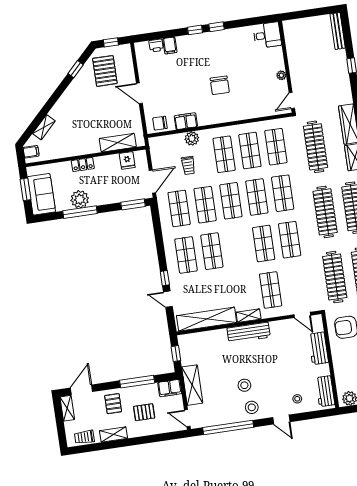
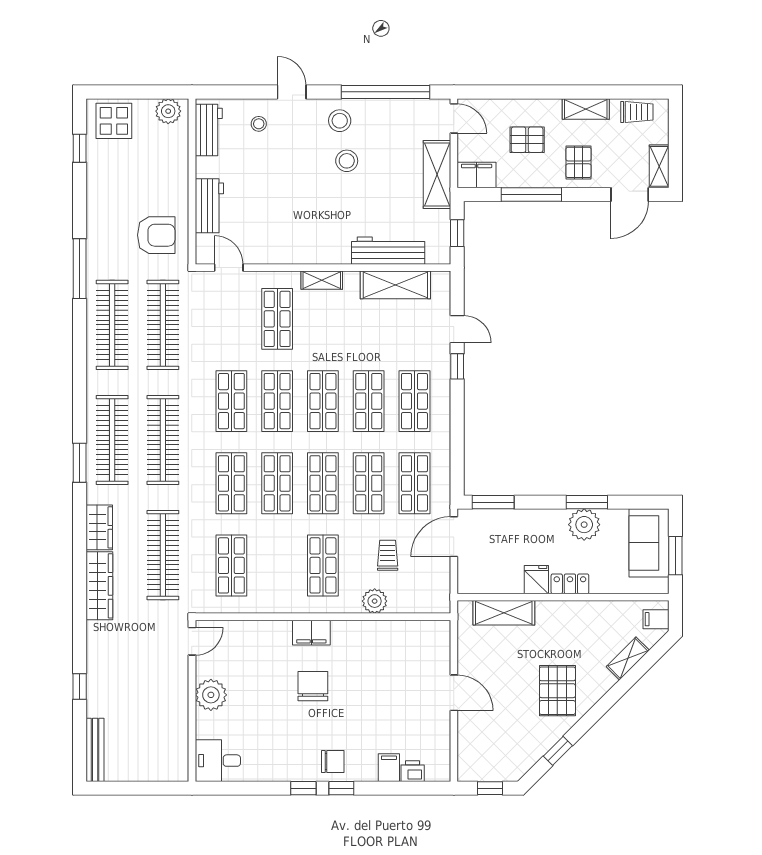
pallet: (105, 71) -> (557, 691), moved
plant: (281, 75) -> (211, 695), width x1.88, depth x1.88
filing cabinet: (186, 121) -> (311, 633), moved
chair: (160, 123) -> (333, 762), moved
shop shelf: (250, 150) -> (323, 401), moved
fridge: (127, 160) -> (536, 580), moved
window: (80, 212) -> (587, 502), width x0.69
shelving: (207, 319) -> (395, 285), width x0.68
workbench: (249, 333) -> (388, 251), moved

